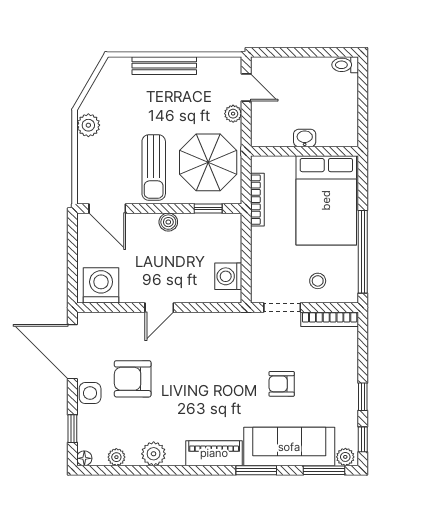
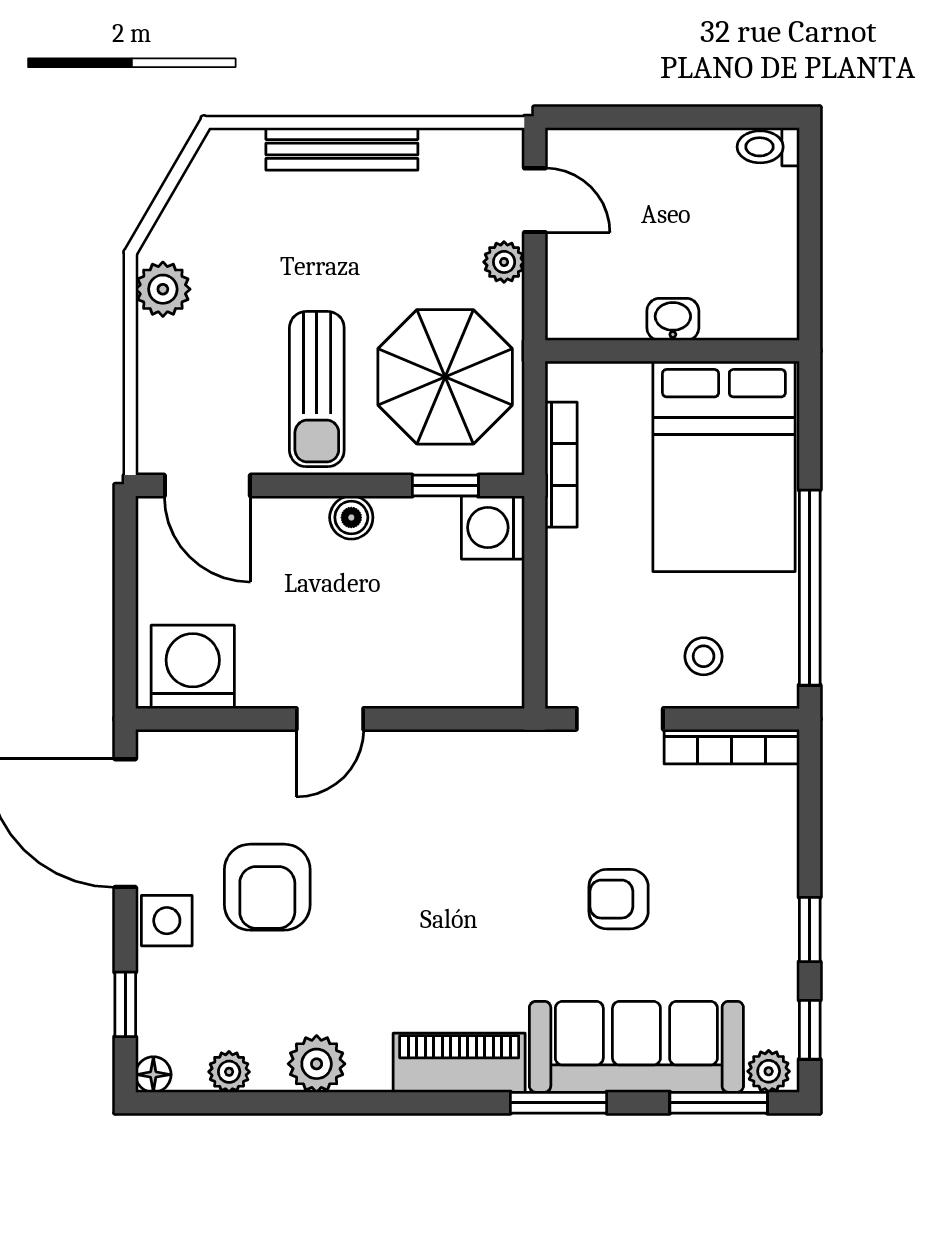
washing machine: (228, 276) -> (493, 527), moved
armchair: (133, 379) -> (267, 887), turned -90

